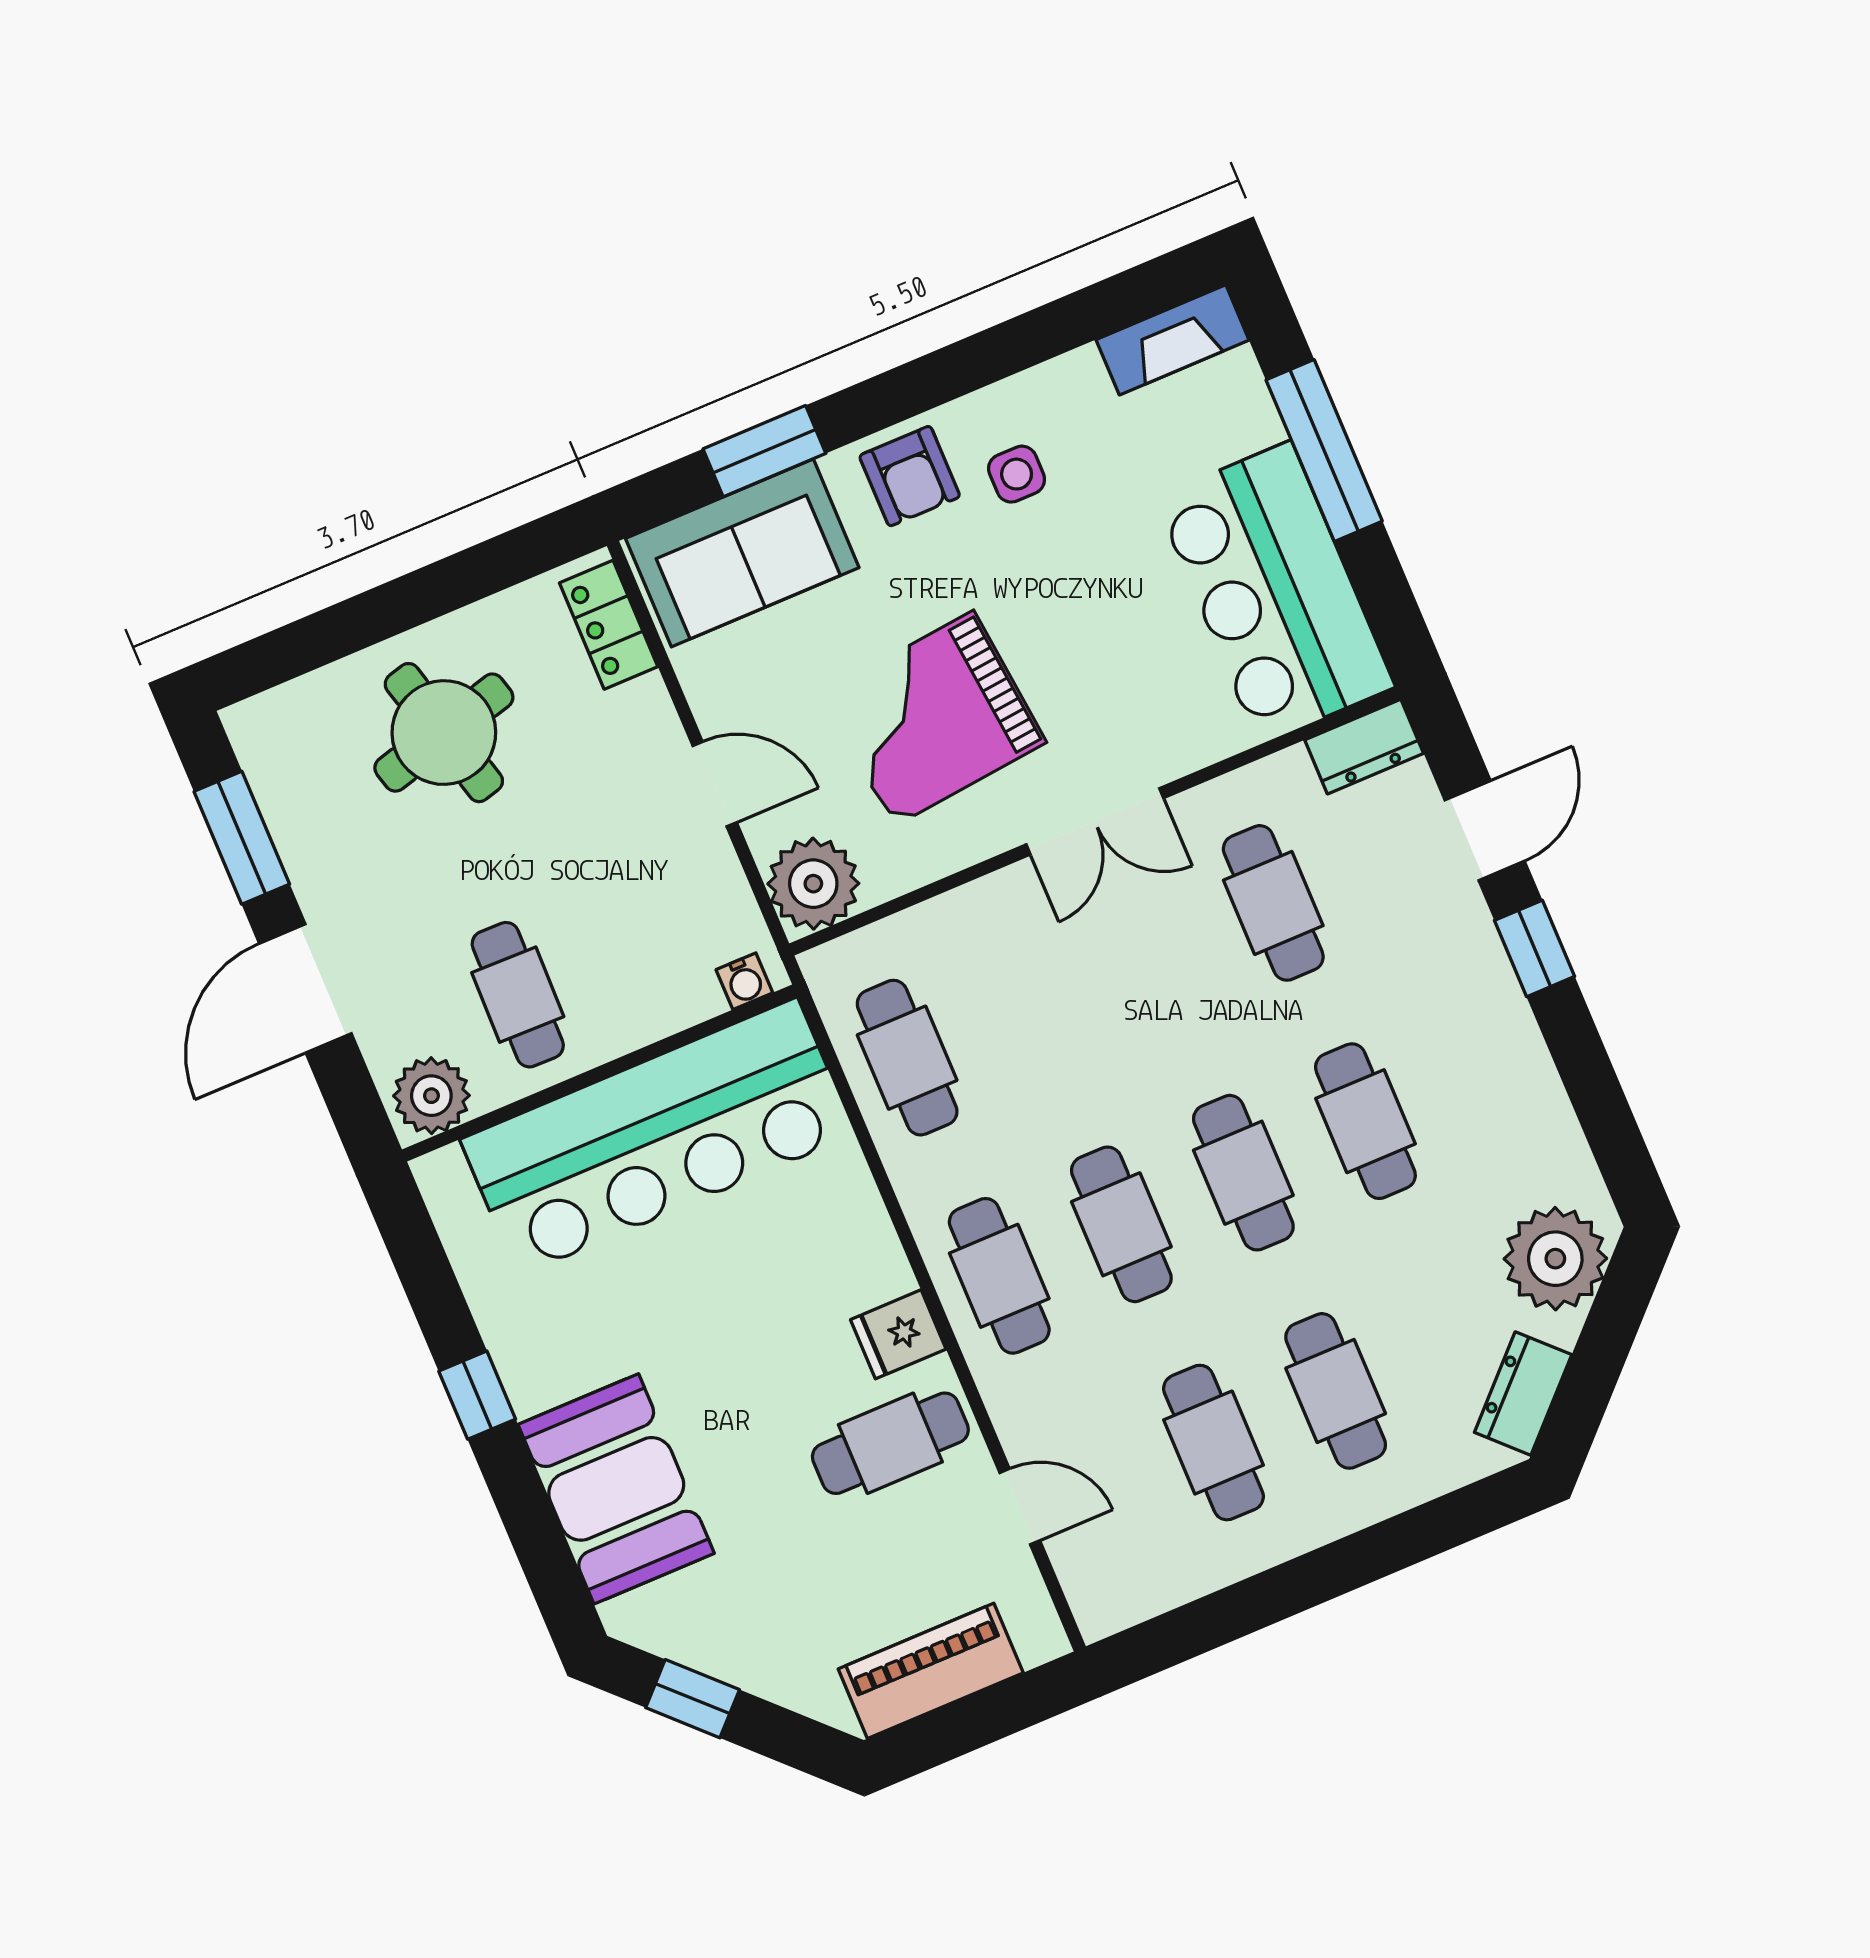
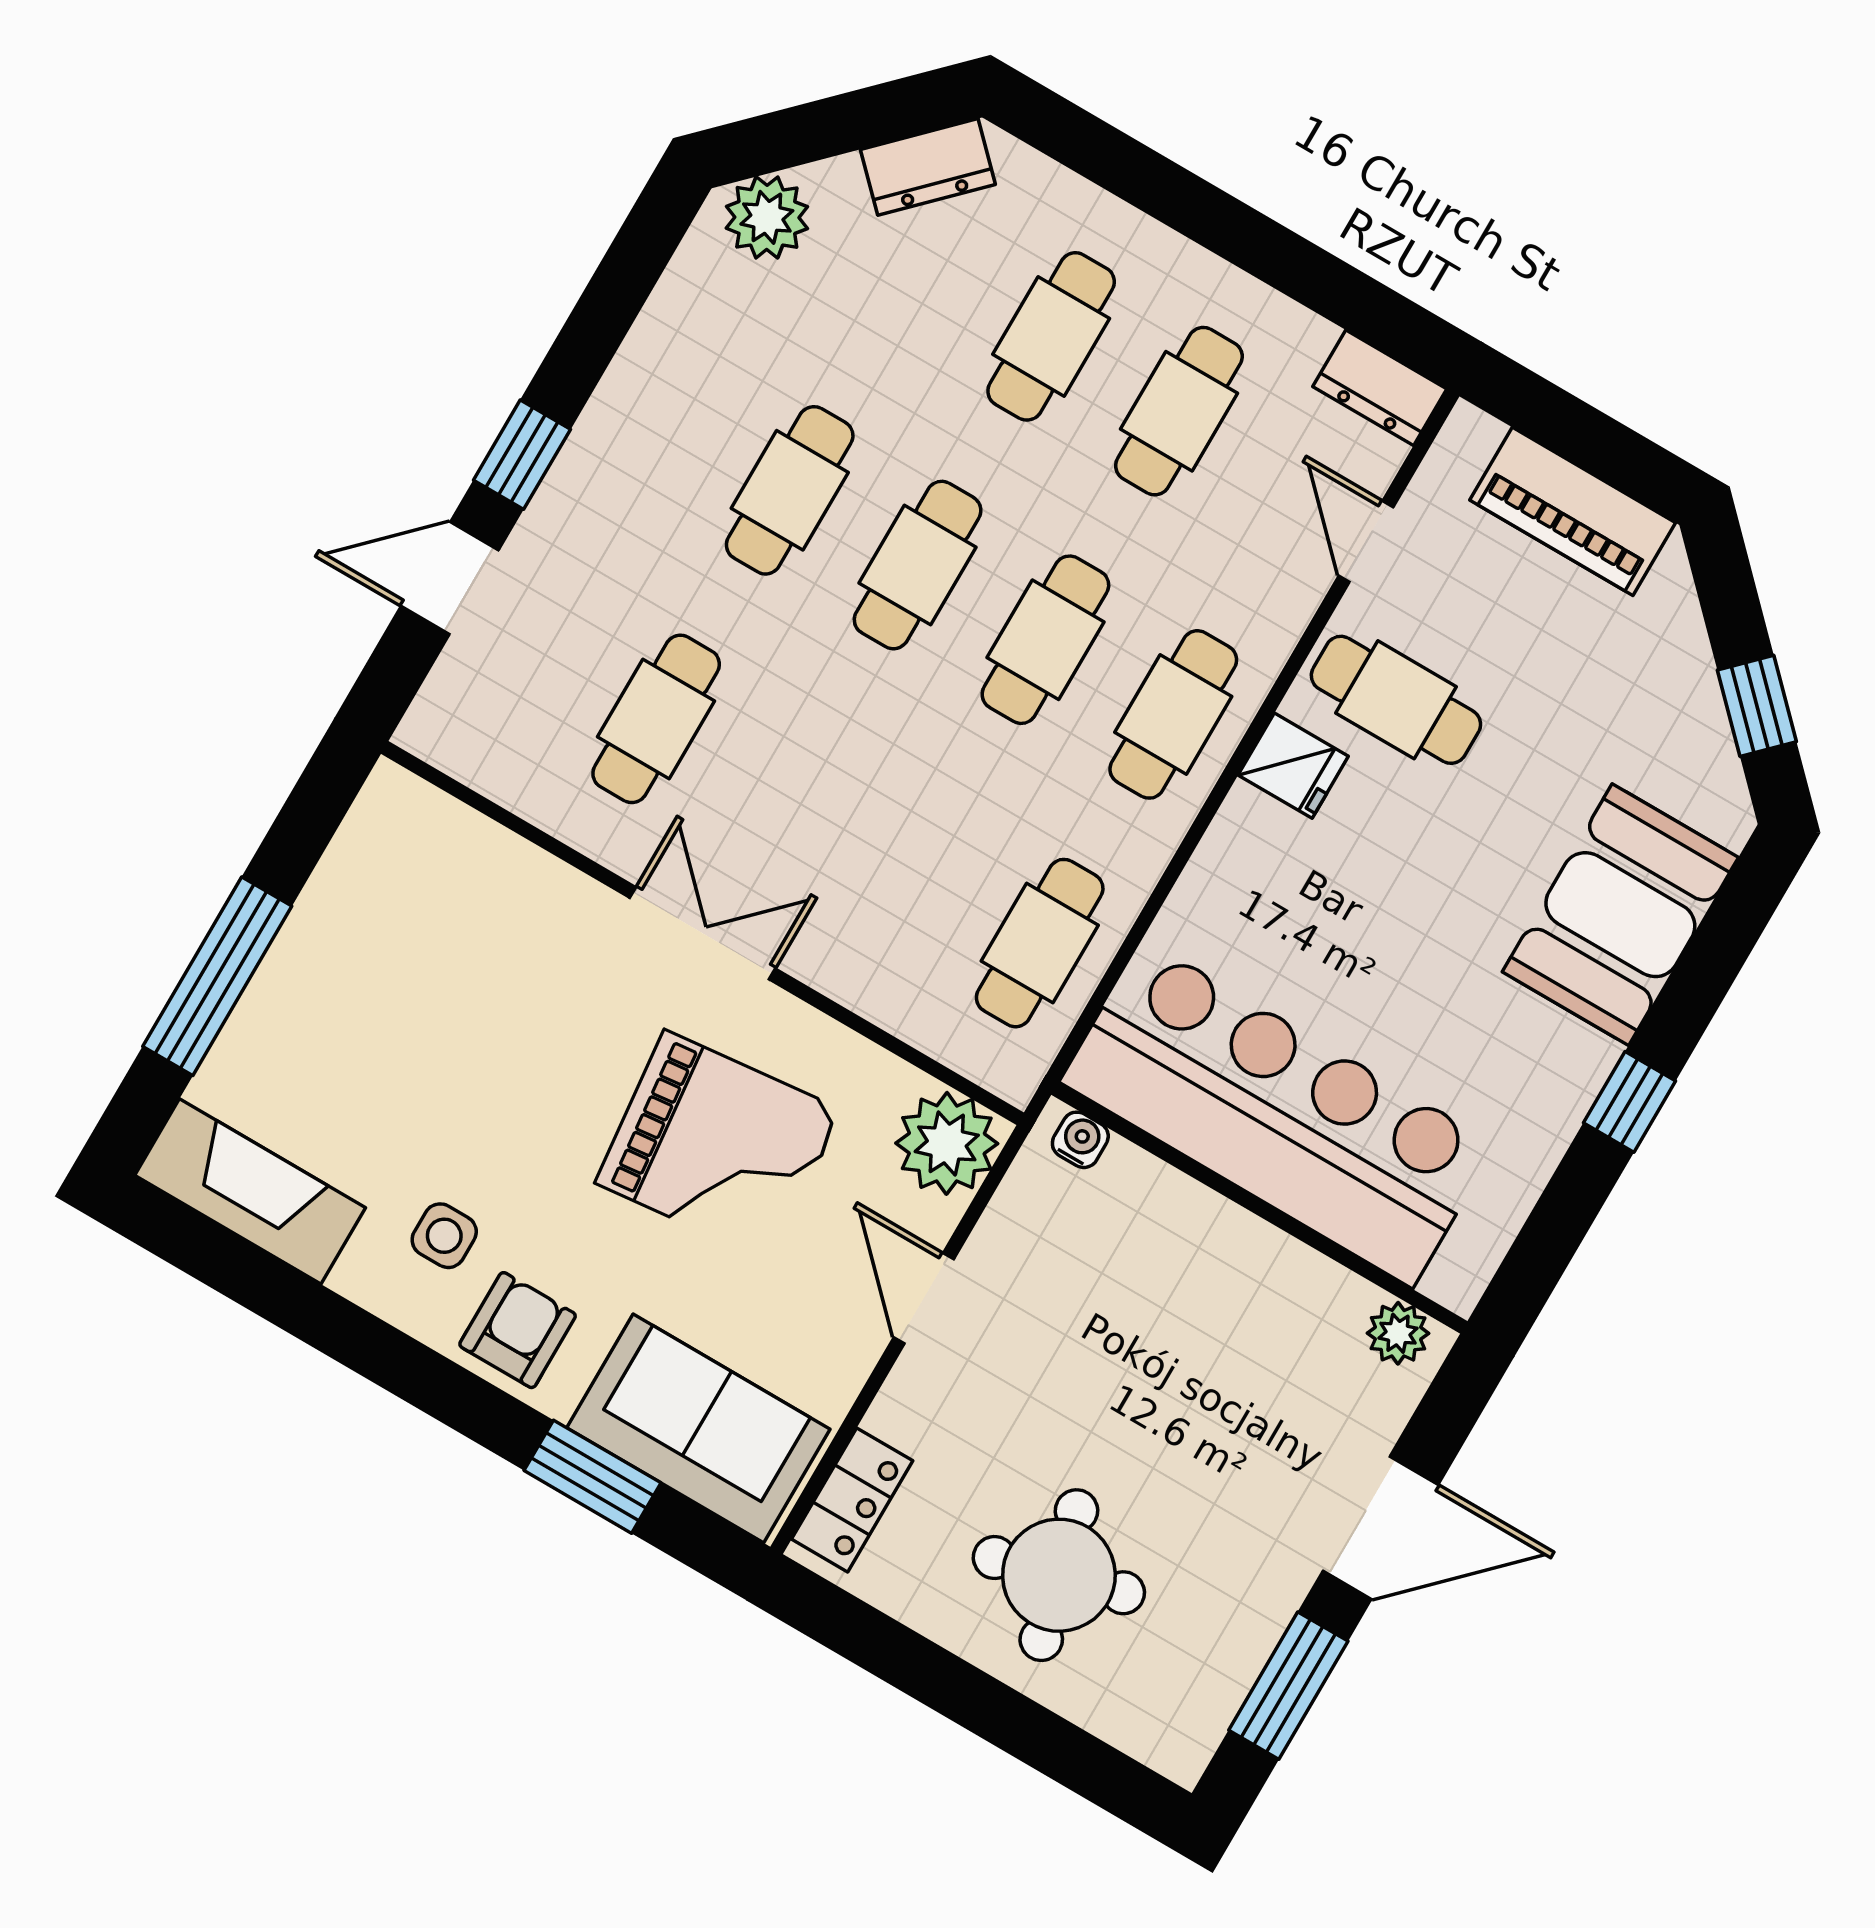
fireplace: (1173, 340) -> (250, 1191), width x1.37, depth x1.32
bar counter: (1275, 592) -> (377, 925), removed
dresser: (1364, 747) -> (1380, 388), moved, turned 180
cafe table: (518, 995) -> (1244, 1334), removed
plant: (431, 1096) -> (1398, 1333), width x0.73, depth x0.73
plant: (1555, 1259) -> (767, 217), width x0.73, depth x0.73

